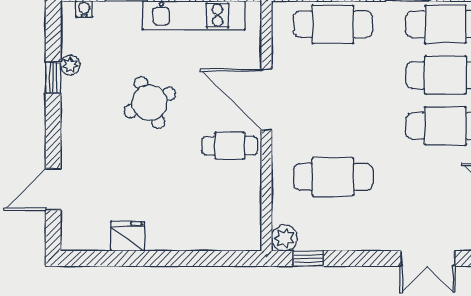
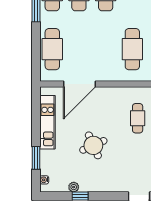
door: (267, 100) -> (79, 84), moved
cafe table: (230, 146) -> (138, 118), moved

